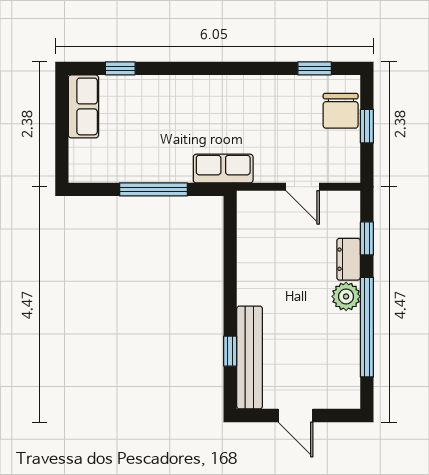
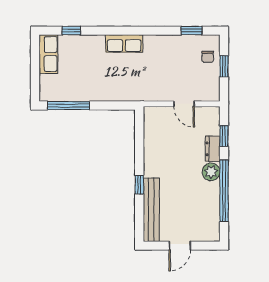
chair: (341, 111) -> (208, 57), width x0.54, depth x0.54
row of seats: (223, 169) -> (124, 43), moved, turned 180
window: (153, 189) -> (68, 106), moved
window: (230, 351) -> (139, 185), moved
door: (296, 416) -> (180, 246), hinge flipped

